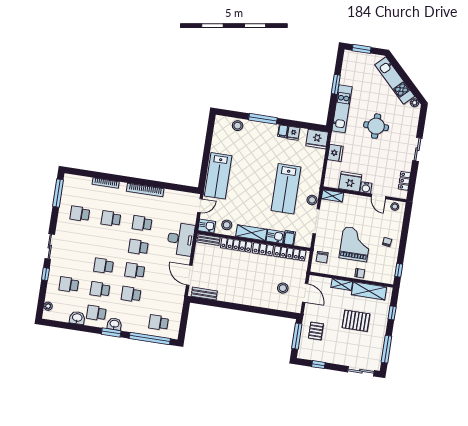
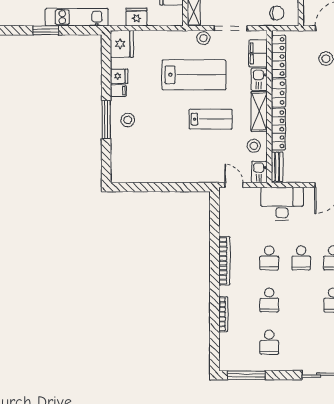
stool: (238, 126) -> (128, 120), moved
lab bench: (218, 176) -> (211, 119), moved, width x0.73, depth x0.72
filing cabinet: (289, 238) -> (258, 53), width x2.00

